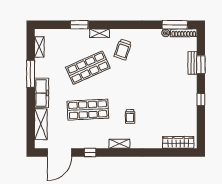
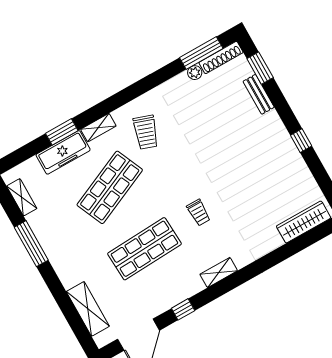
window: (201, 65) -> (260, 68), moved
freezer: (42, 93) -> (63, 152), moved, turned 90
trolley: (130, 117) -> (199, 213), moved

